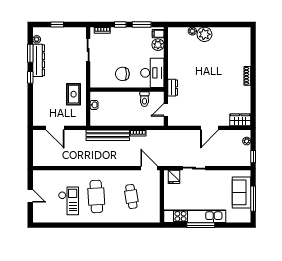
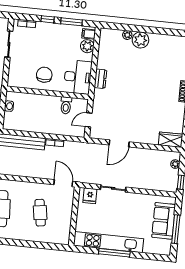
chair: (122, 74) -> (44, 75), turned 90
dresser: (173, 88) -> (101, 79), moved
door: (209, 128) -> (119, 143), moved

